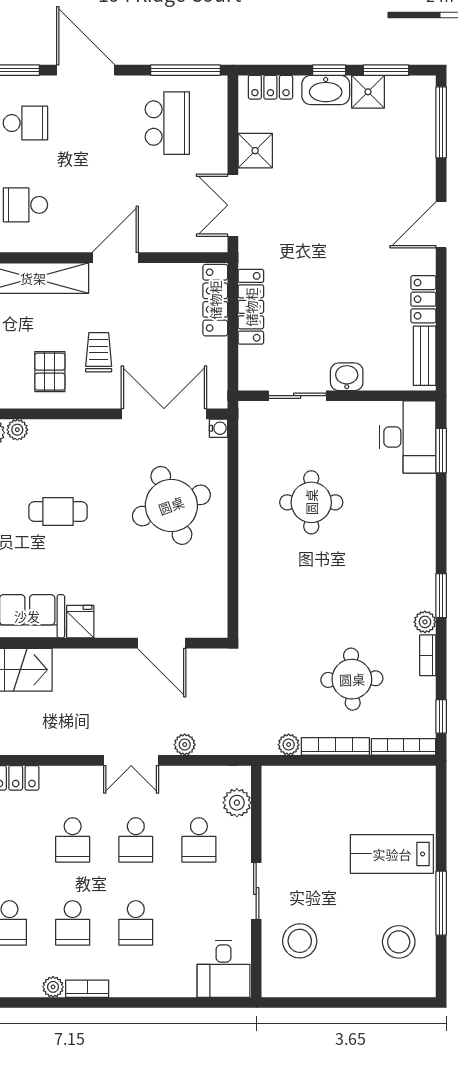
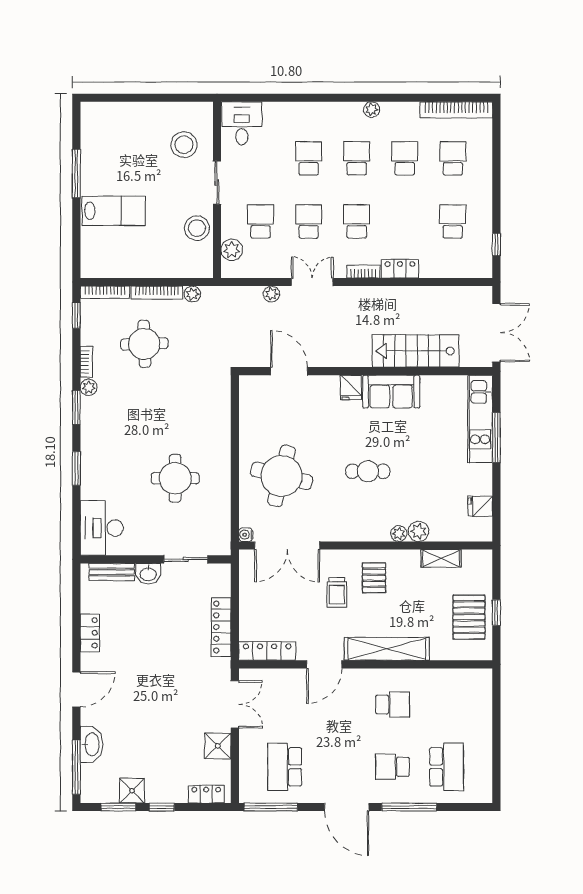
washbasin: (326, 90) -> (91, 744), moved, turned 90
locker: (215, 300) -> (267, 651), moved, turned -90
bench: (425, 356) -> (112, 572), moved, turned 90
window: (441, 451) -> (76, 468), moved
round table: (171, 505) -> (282, 476), turned 34
stool: (399, 942) -> (197, 228), moved
bookcase: (87, 989) -> (363, 271), moved, turned 180

